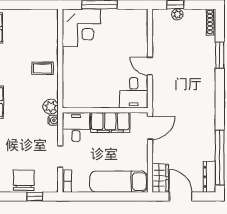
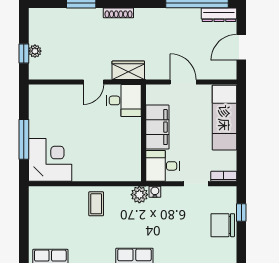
shoe rack: (211, 22) -> (118, 13), moved
door: (150, 128) -> (183, 82), moved
wardrobe: (160, 178) -> (128, 70), moved

